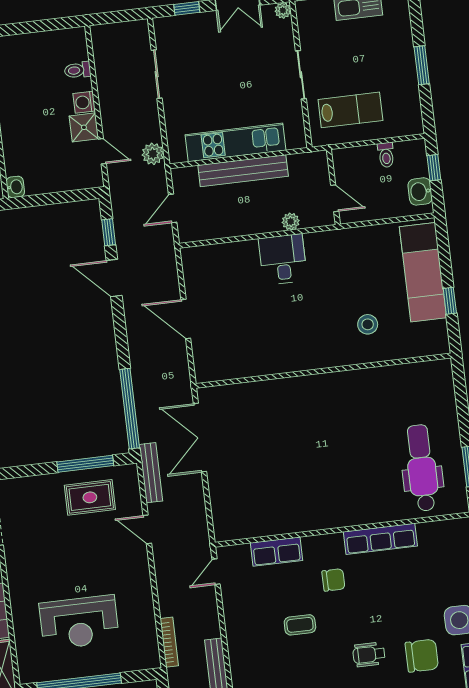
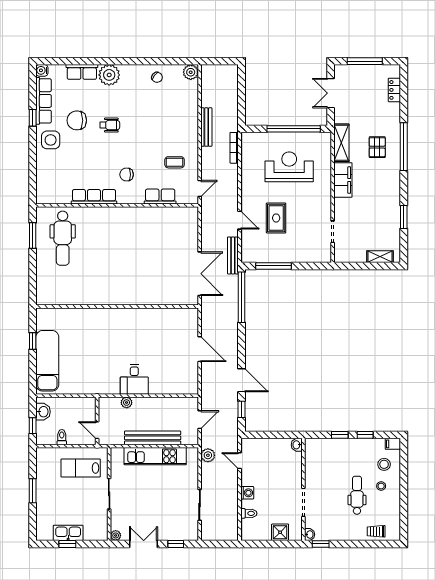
shower: (84, 127) -> (280, 532), moved
door: (335, 198) -> (97, 430), moved
stool: (368, 324) -> (86, 332), removed
rug: (90, 497) -> (276, 218), moved, turned 90
coffee table: (300, 625) -> (175, 162), moved

